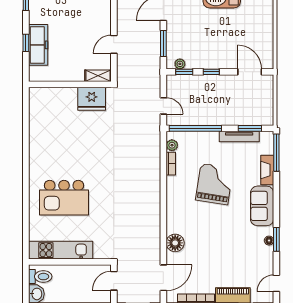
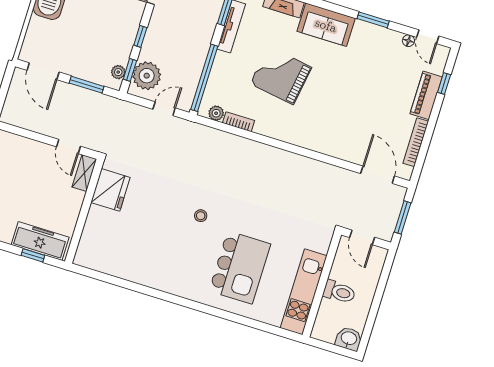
shelving: (98, 76) -> (84, 173), moved
wall: (70, 84) -> (84, 211), moved
plant: (184, 86) -> (147, 76), added
fridge: (92, 99) -> (110, 190), moved
stool: (93, 157) -> (201, 216), added
floor lamp: (269, 241) -> (408, 41), moved
floor lamp: (175, 243) -> (339, 147), removed
toilet: (40, 277) -> (339, 292), moved, turned 90

